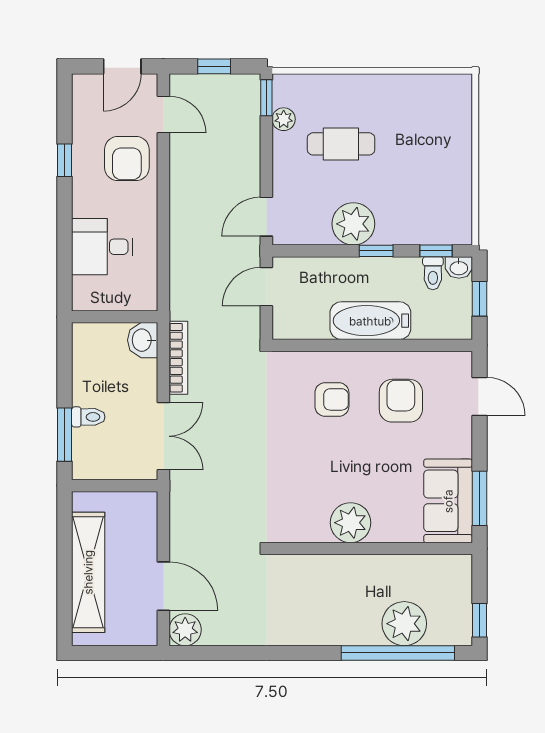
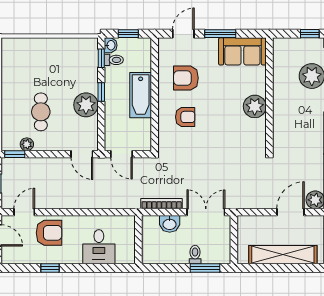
washbasin: (143, 340) -> (170, 224), moved
armchair: (332, 399) -> (185, 117), turned 90
window: (480, 498) -> (220, 34), moved

